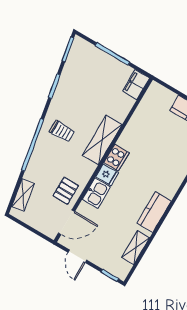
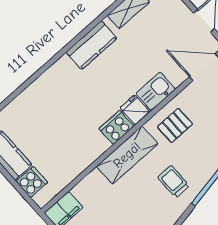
cooker: (166, 98) -> (32, 182), added
pallet: (66, 191) -> (175, 125), moved

